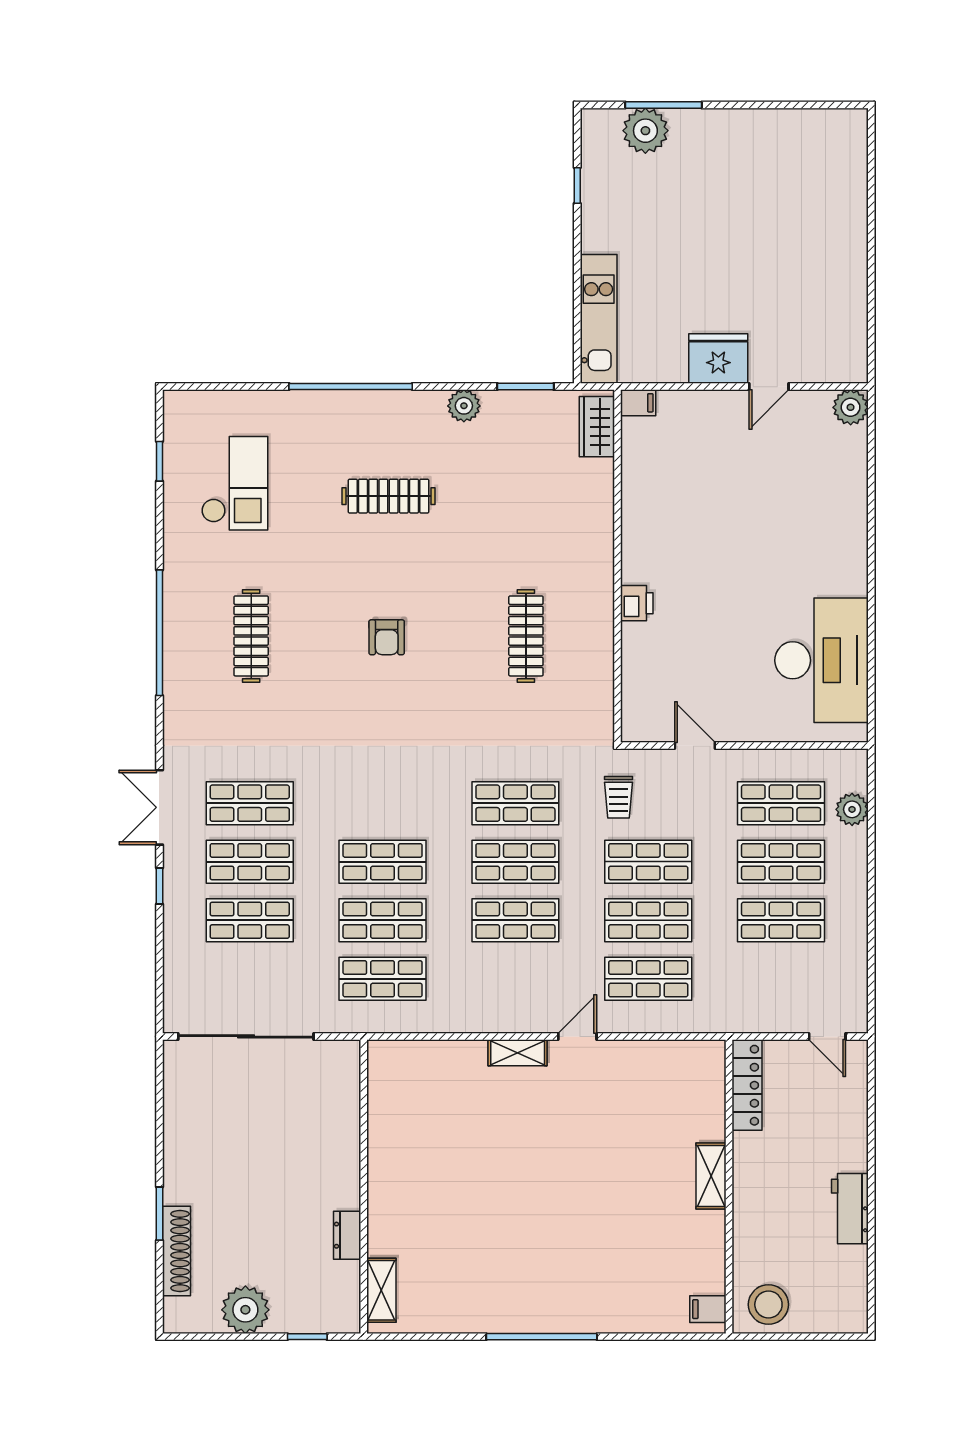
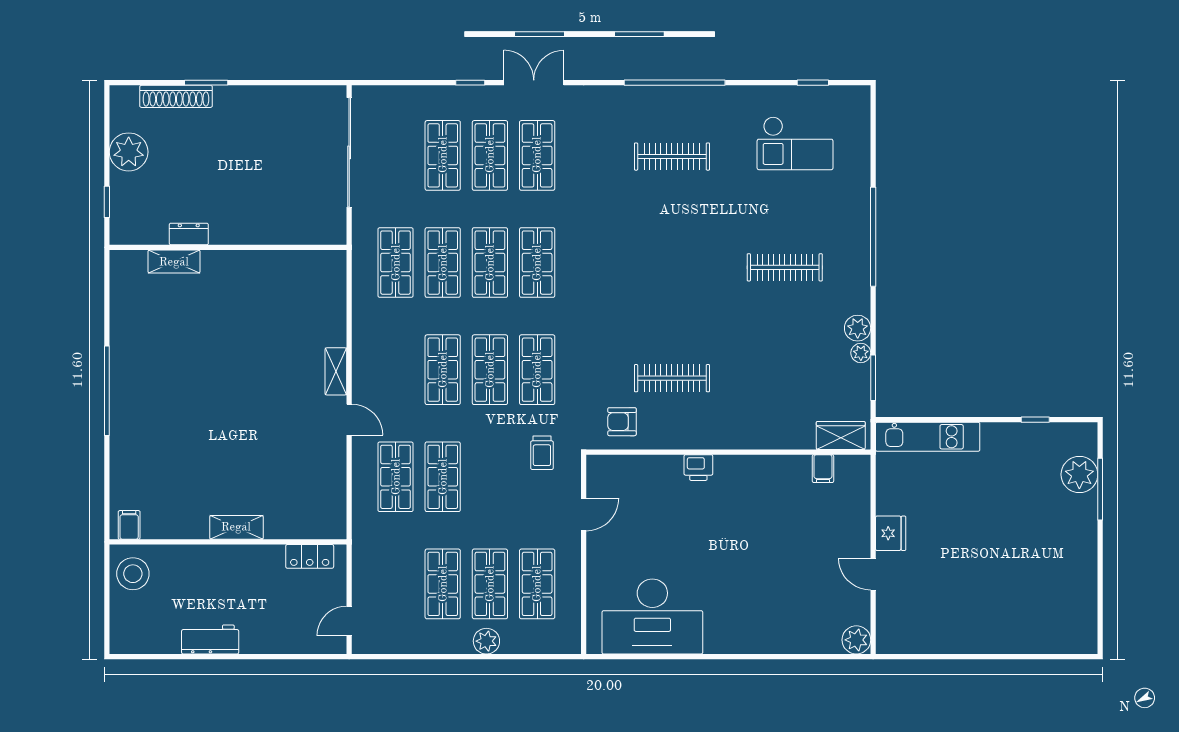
fridge: (718, 359) -> (891, 533), width x0.73, depth x0.75
plant: (495, 402) -> (861, 353), added
filing cabinet: (638, 403) -> (823, 469), moved
clothes rail: (389, 496) -> (785, 267), turned 90
armchair: (387, 637) -> (622, 422), moved
trolley: (619, 797) -> (542, 453), turned -90
plant: (852, 809) -> (486, 641), moved
shop shelf: (648, 862) -> (537, 263), moved
locker: (747, 1085) -> (310, 556), width x0.66
shelving: (381, 1290) -> (174, 262), moved

